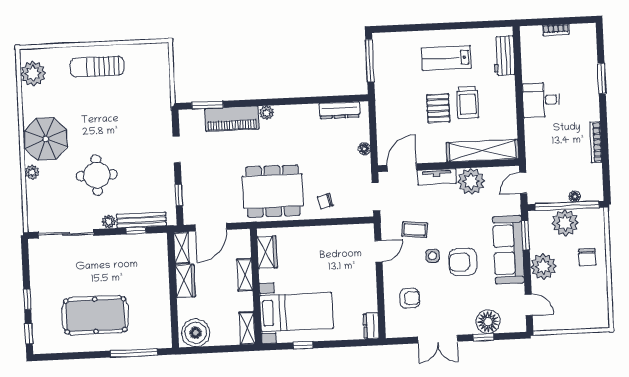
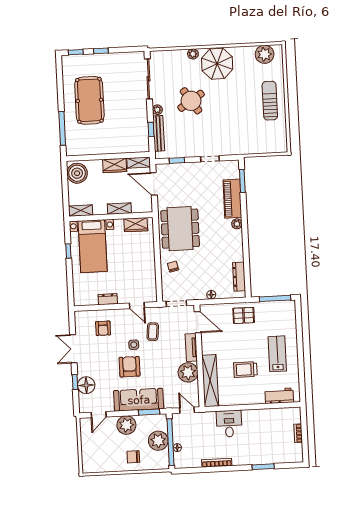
desk: (541, 100) -> (229, 424), moved
pallet: (438, 108) -> (244, 315), moved
round table: (97, 175) -> (191, 101), turned -32
dresser: (371, 326) -> (108, 299), moved

